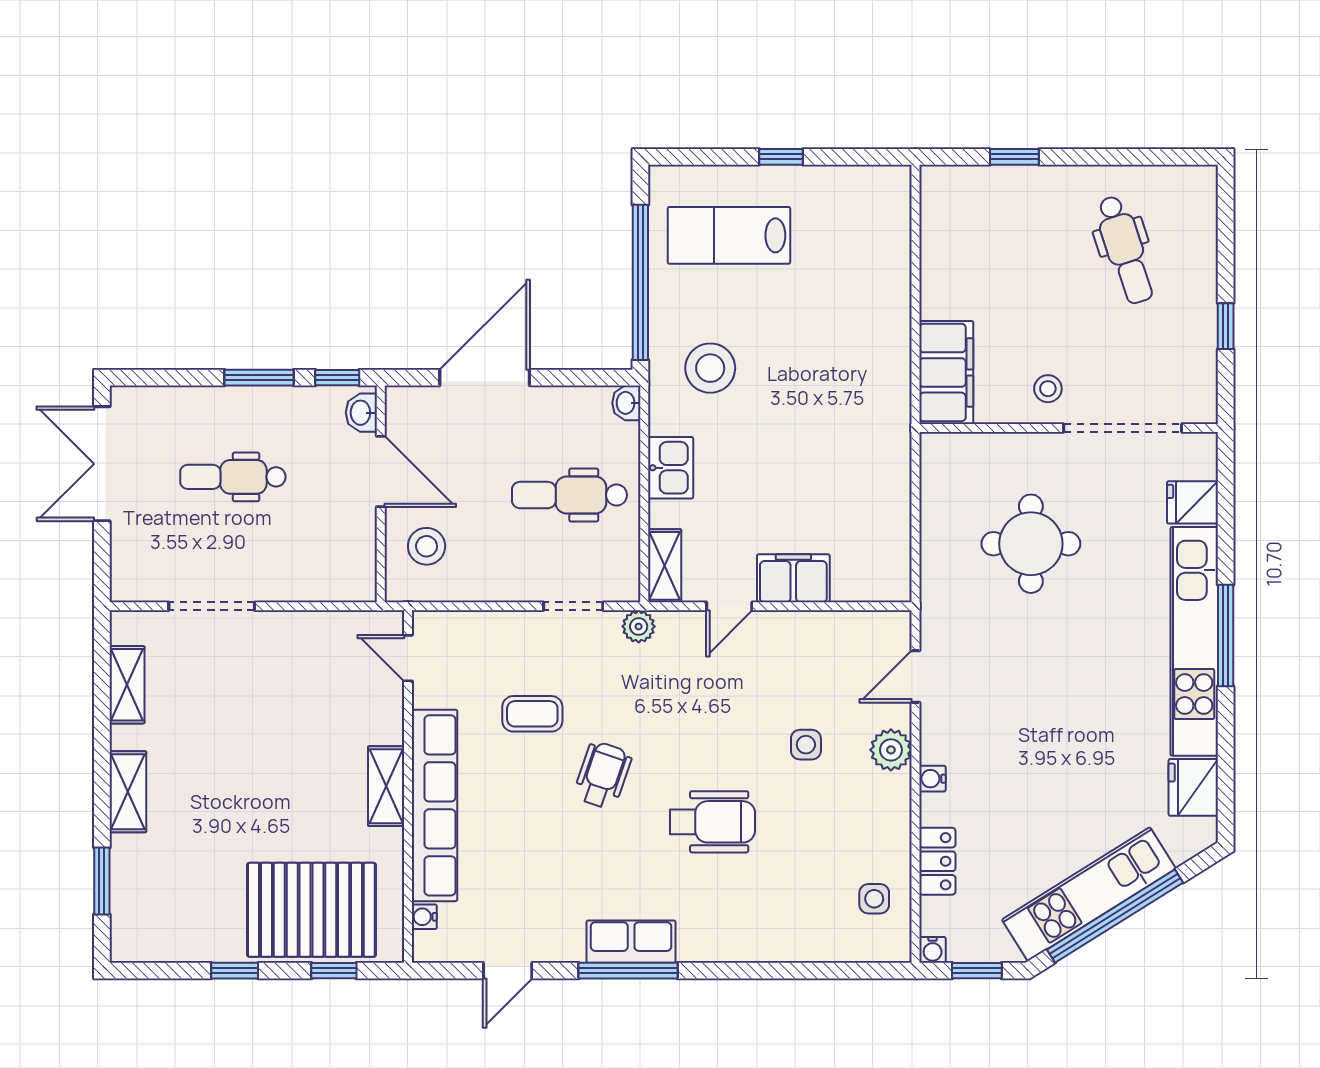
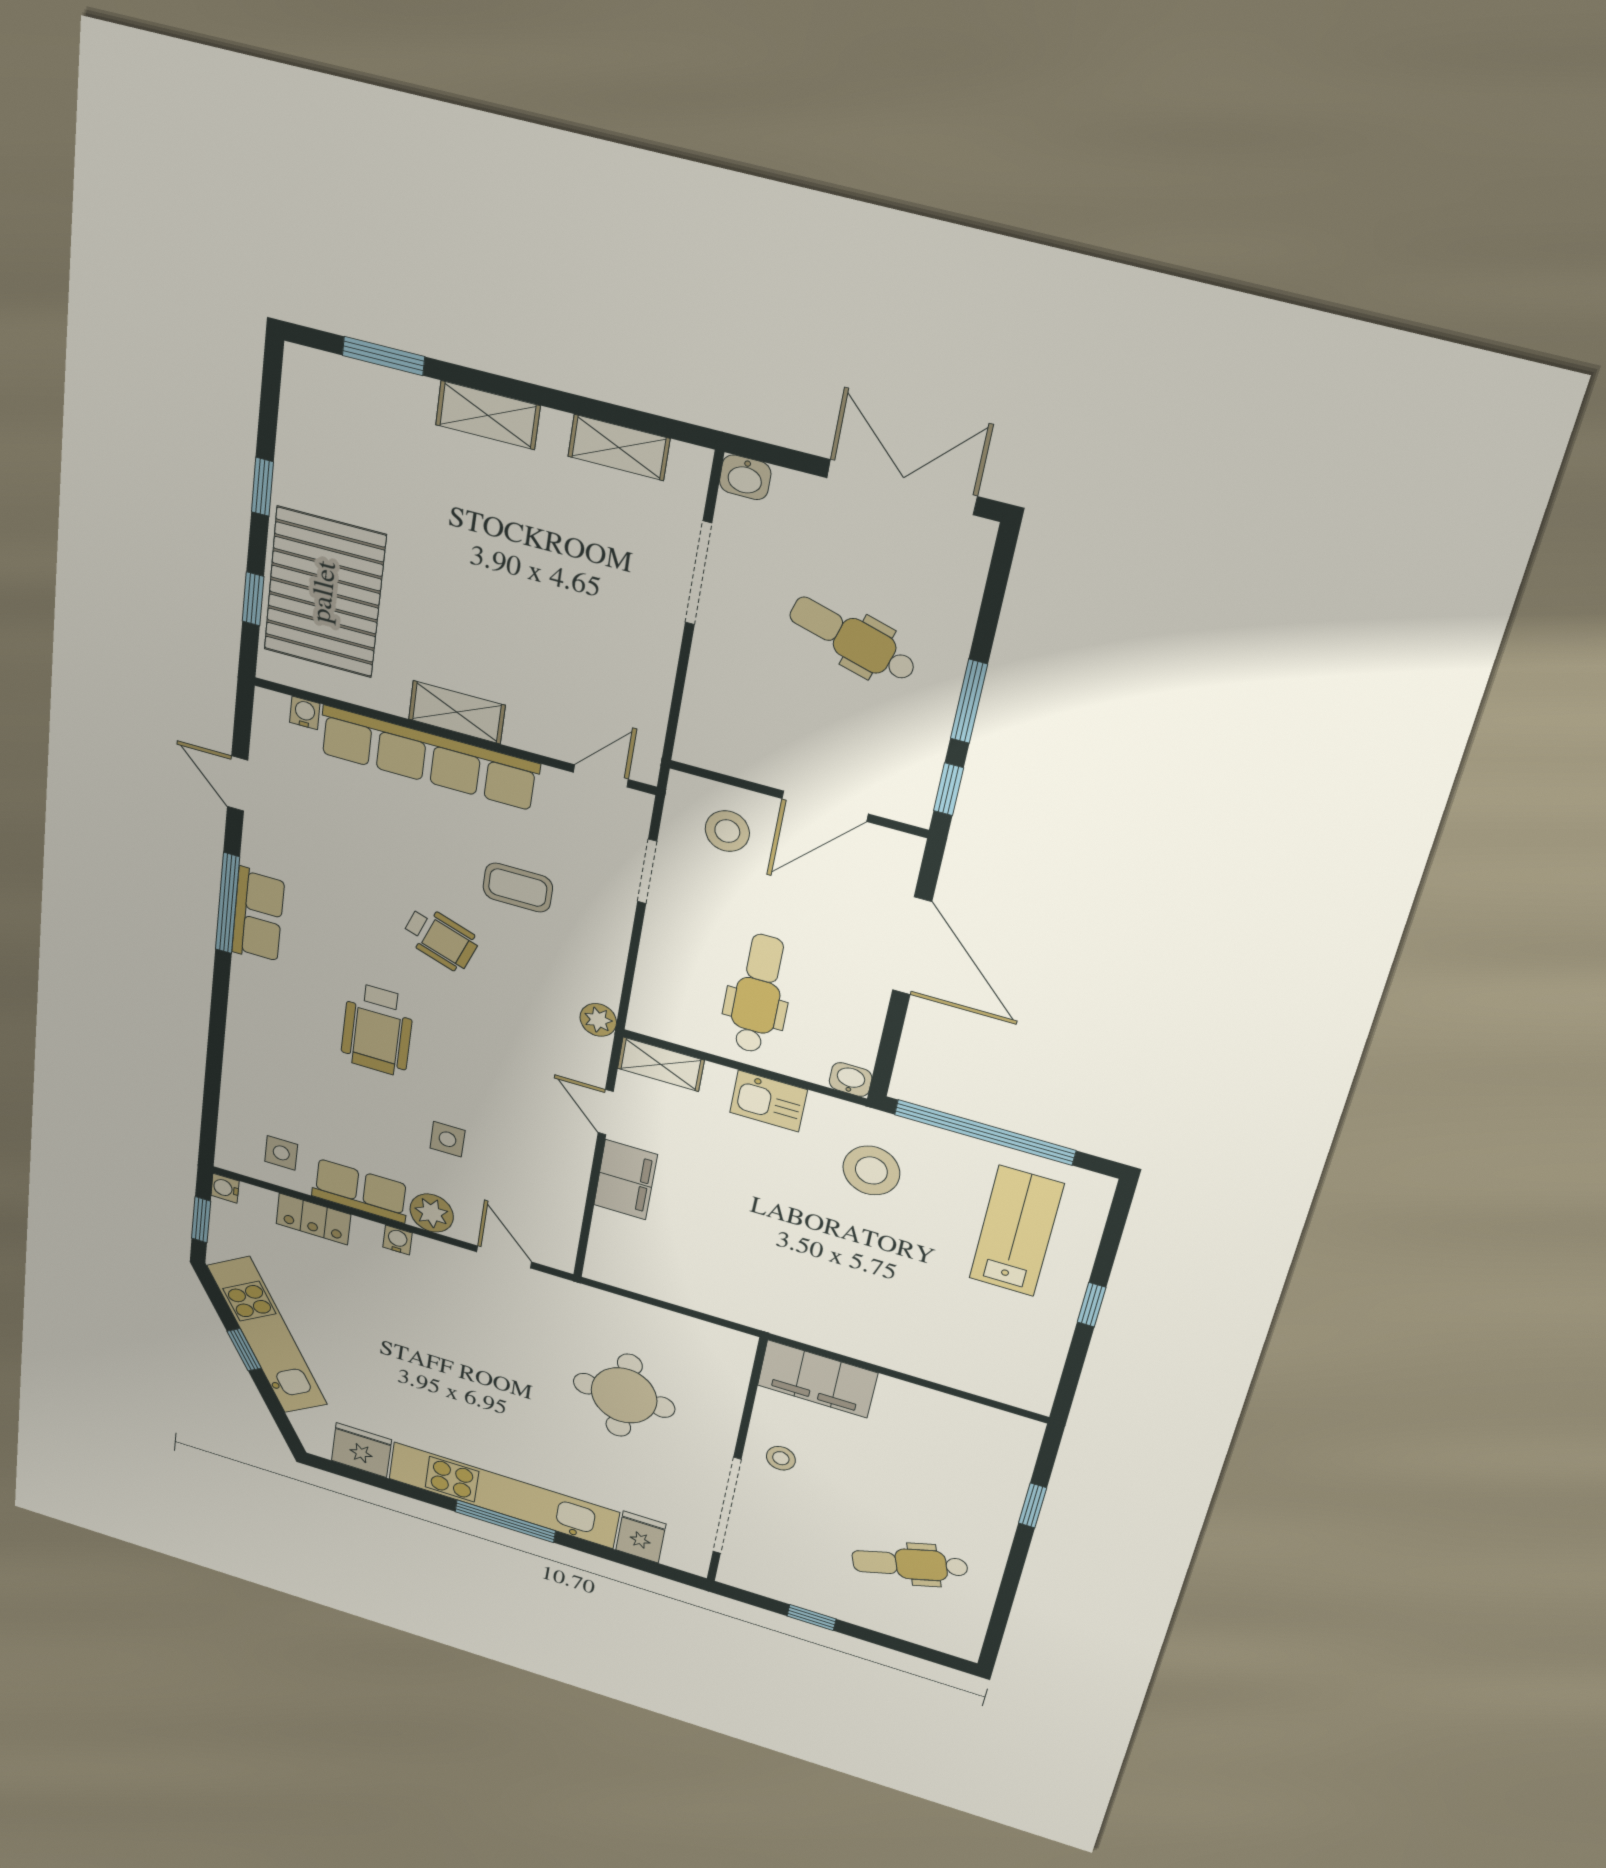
washbasin: (361, 413) -> (745, 477), moved, turned 180
dental chair: (233, 477) -> (853, 639), turned -74
doorway: (573, 606) -> (647, 871), moved
coffee table: (532, 714) -> (518, 888), turned 90
row of seats: (890, 820) -> (360, 1191), added
window: (1115, 916) -> (244, 1350), width x0.32

